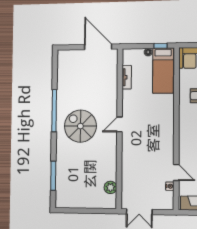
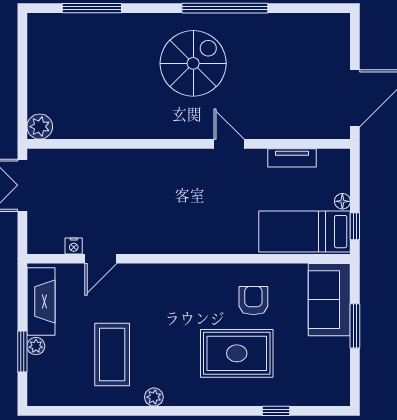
door: (119, 124) -> (229, 144), moved
plant: (110, 187) -> (40, 127), moved

